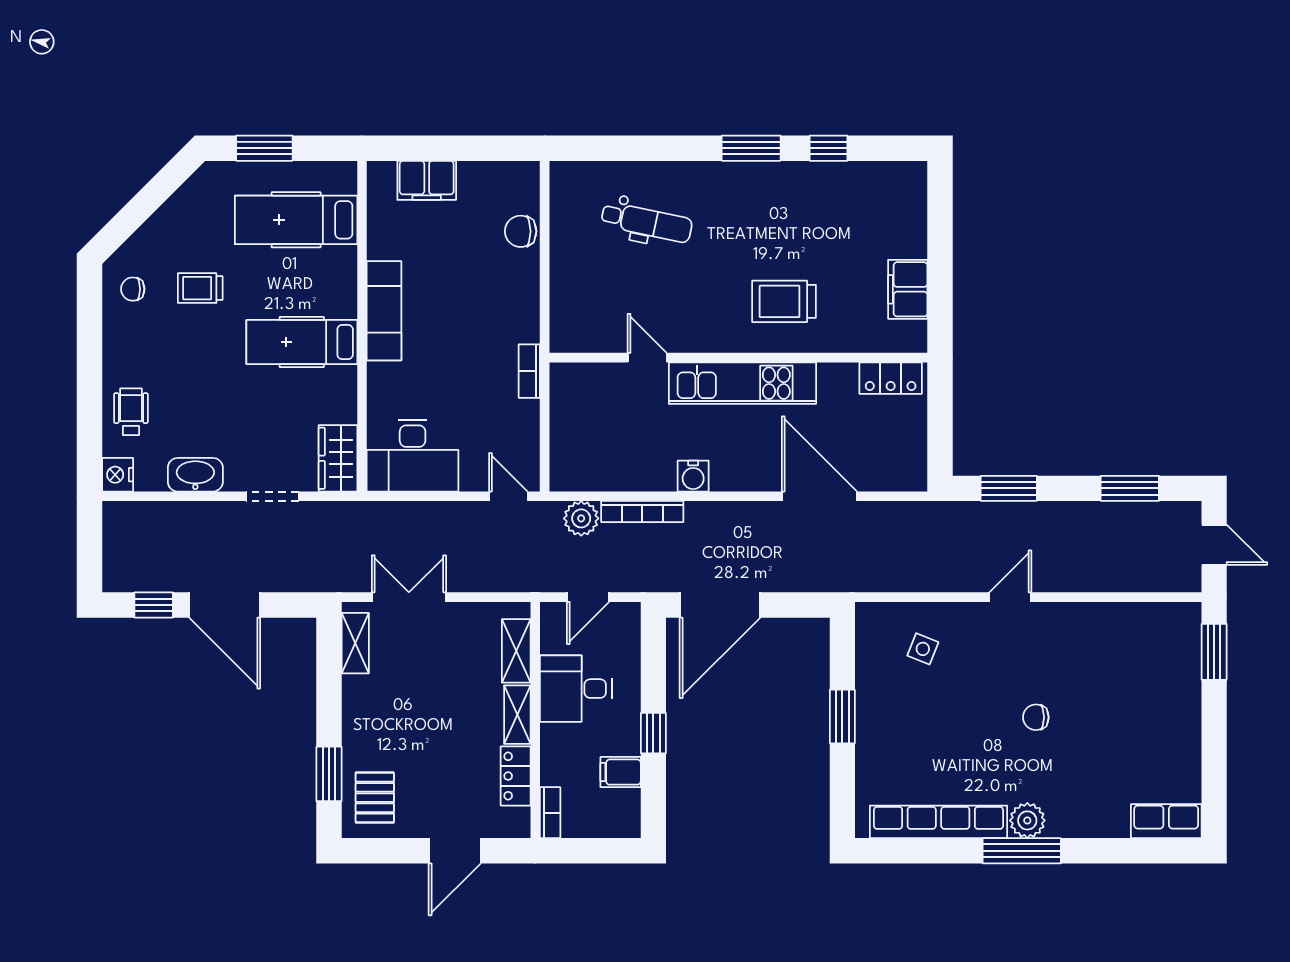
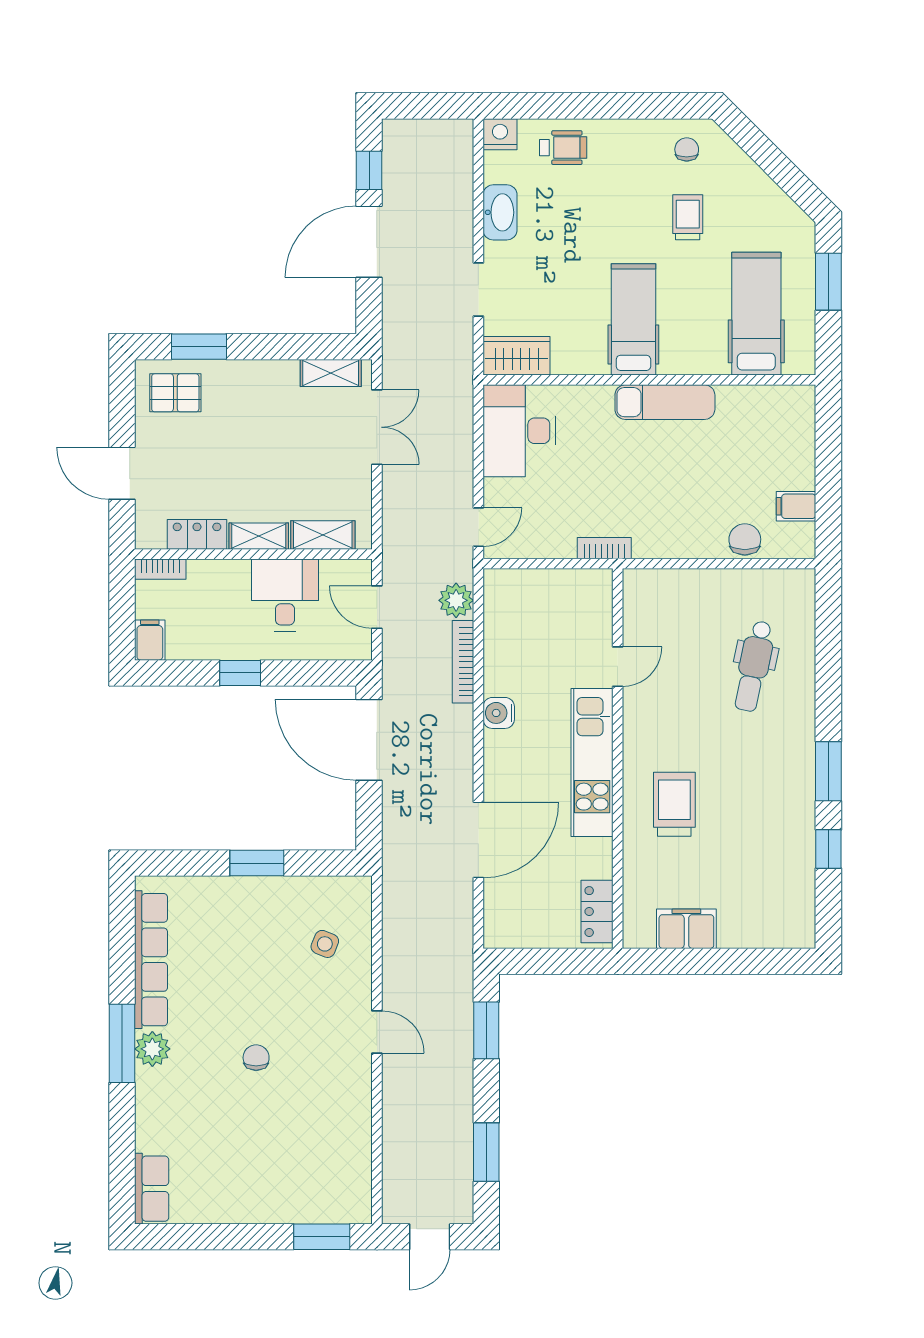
filing cabinet: (427, 180) -> (796, 506), moved, width x0.50
filing cabinet: (621, 772) -> (150, 640), moved

